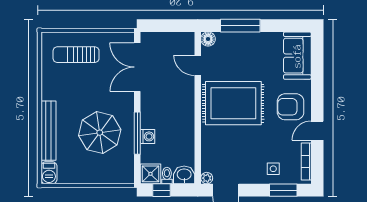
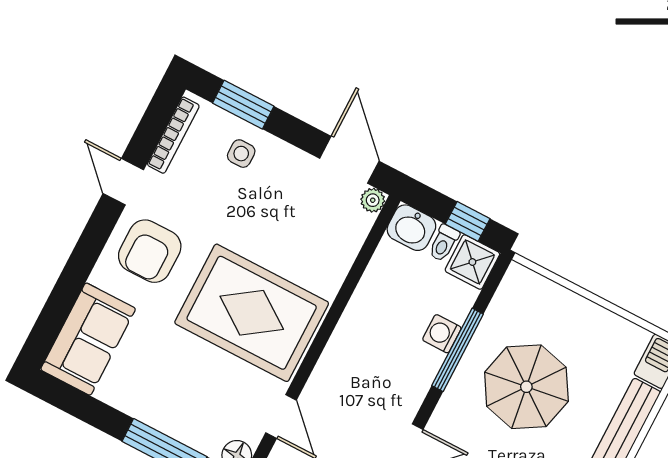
armchair: (291, 107) -> (150, 251), turned 90
door: (317, 131) -> (123, 182), swing flipped

